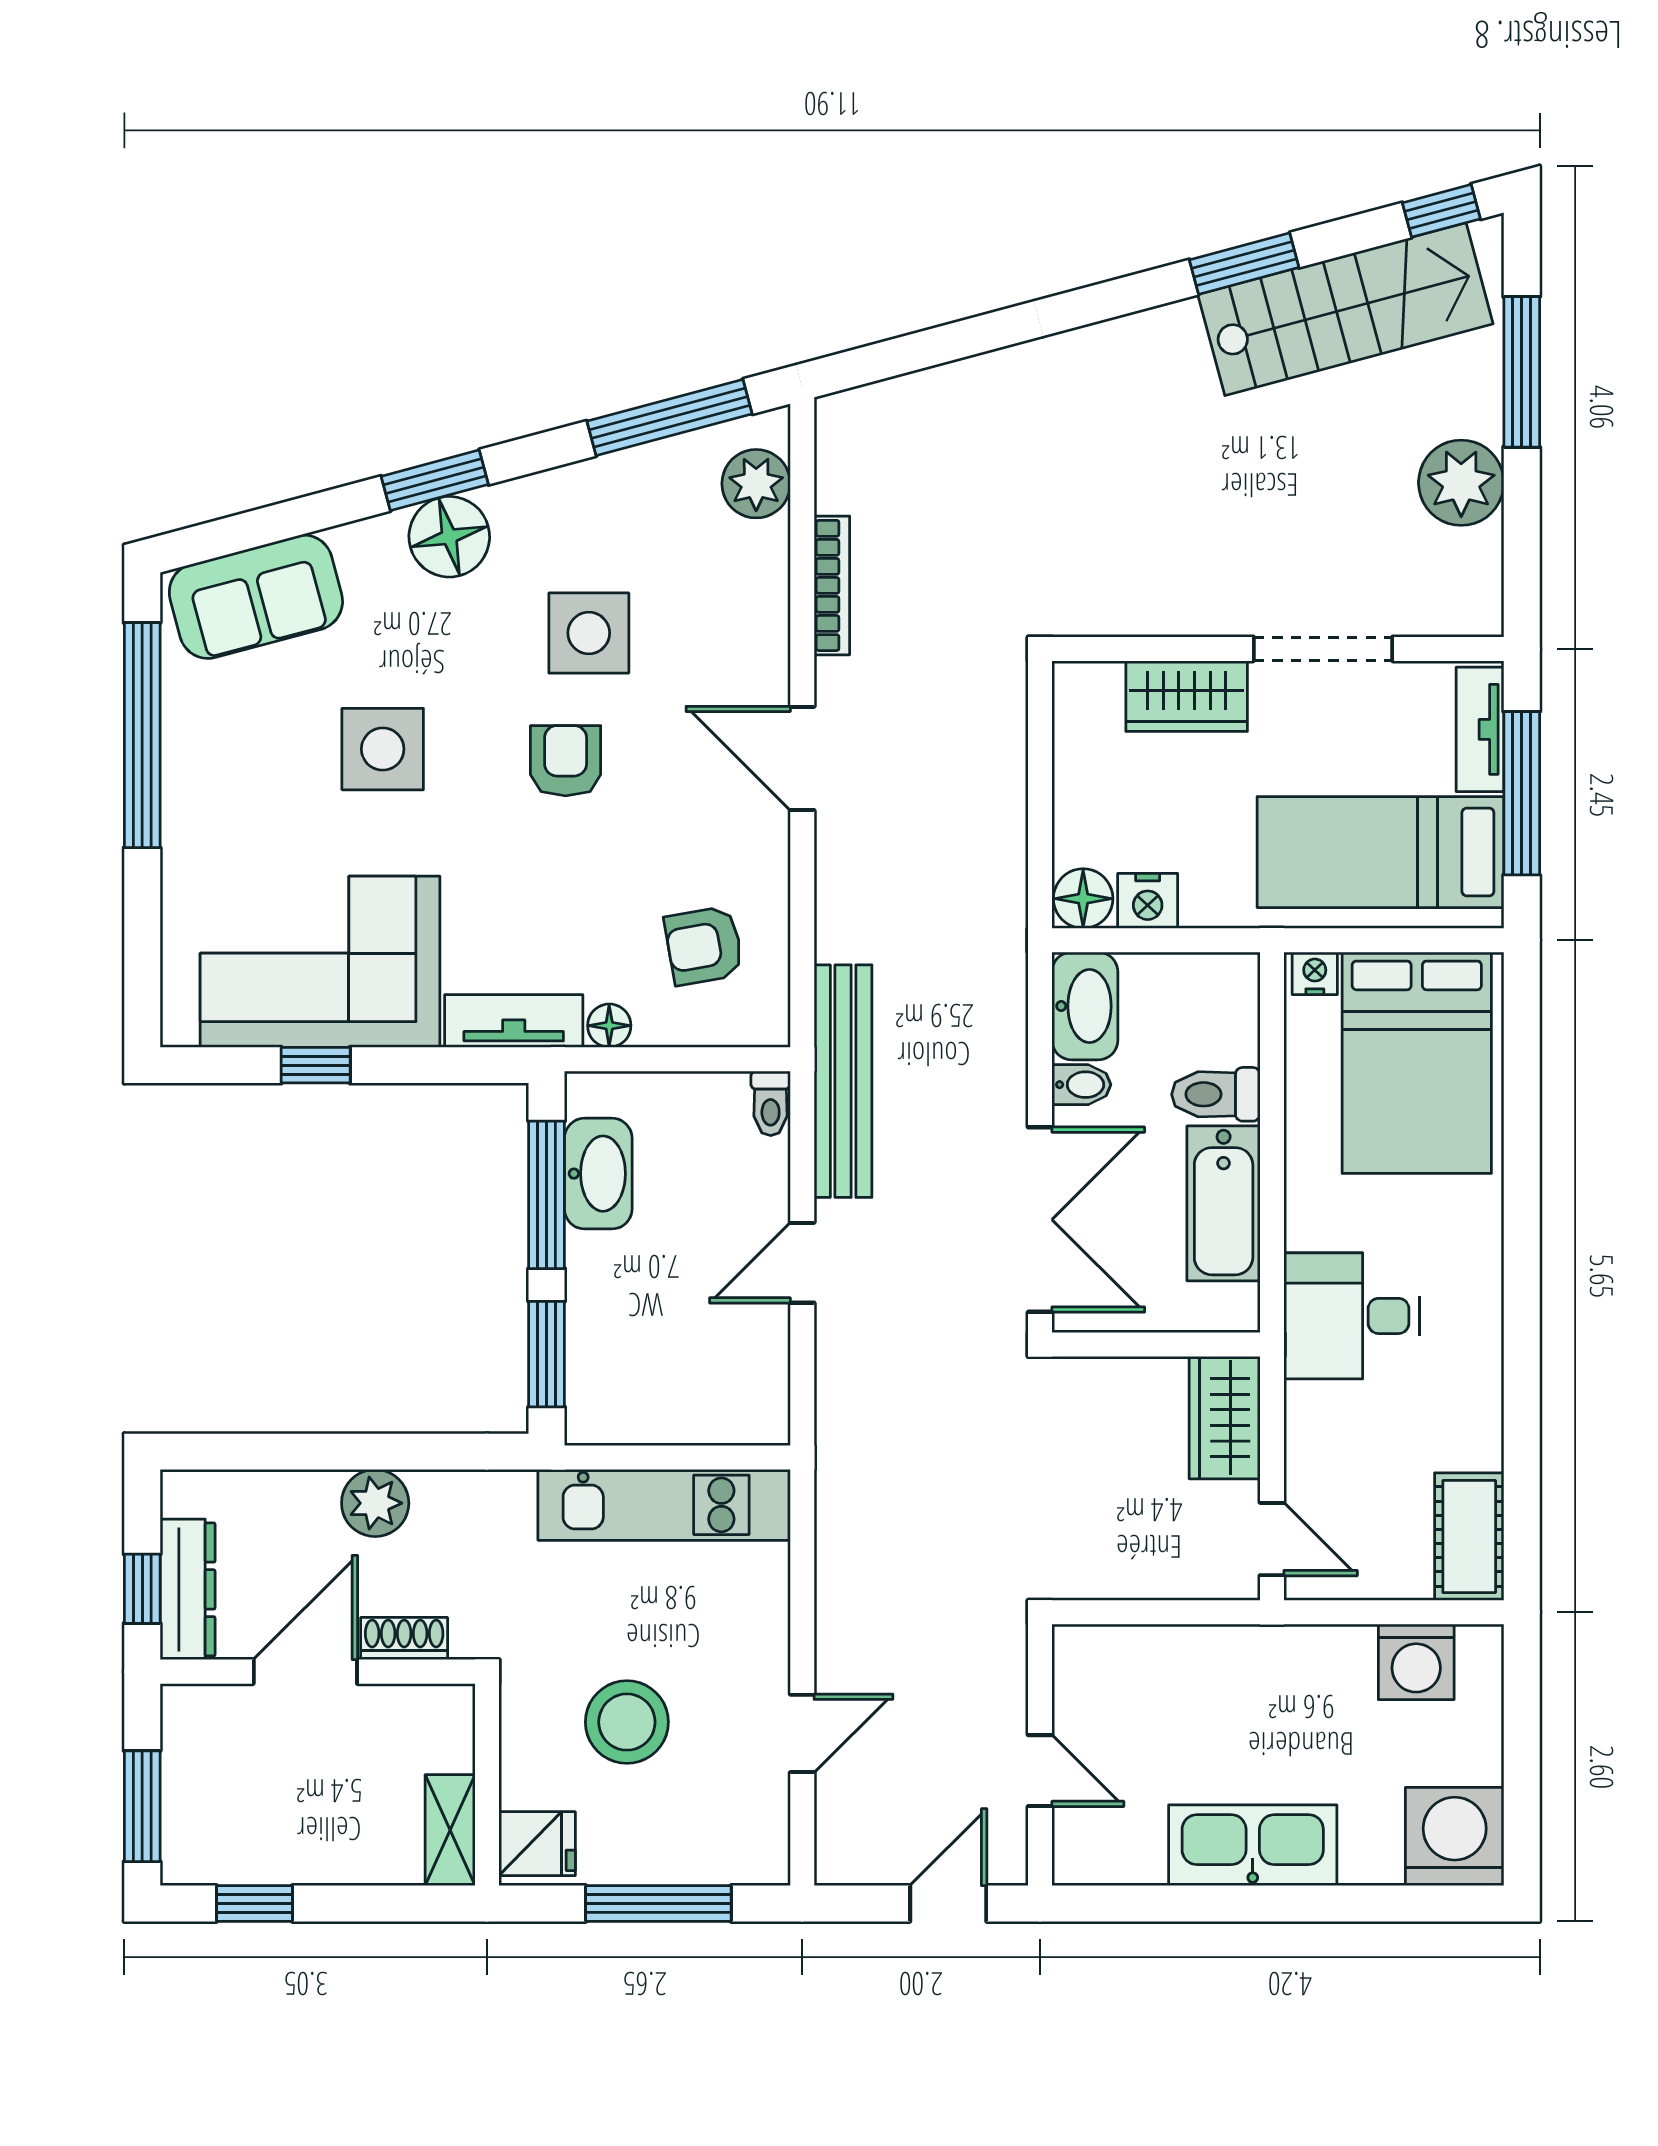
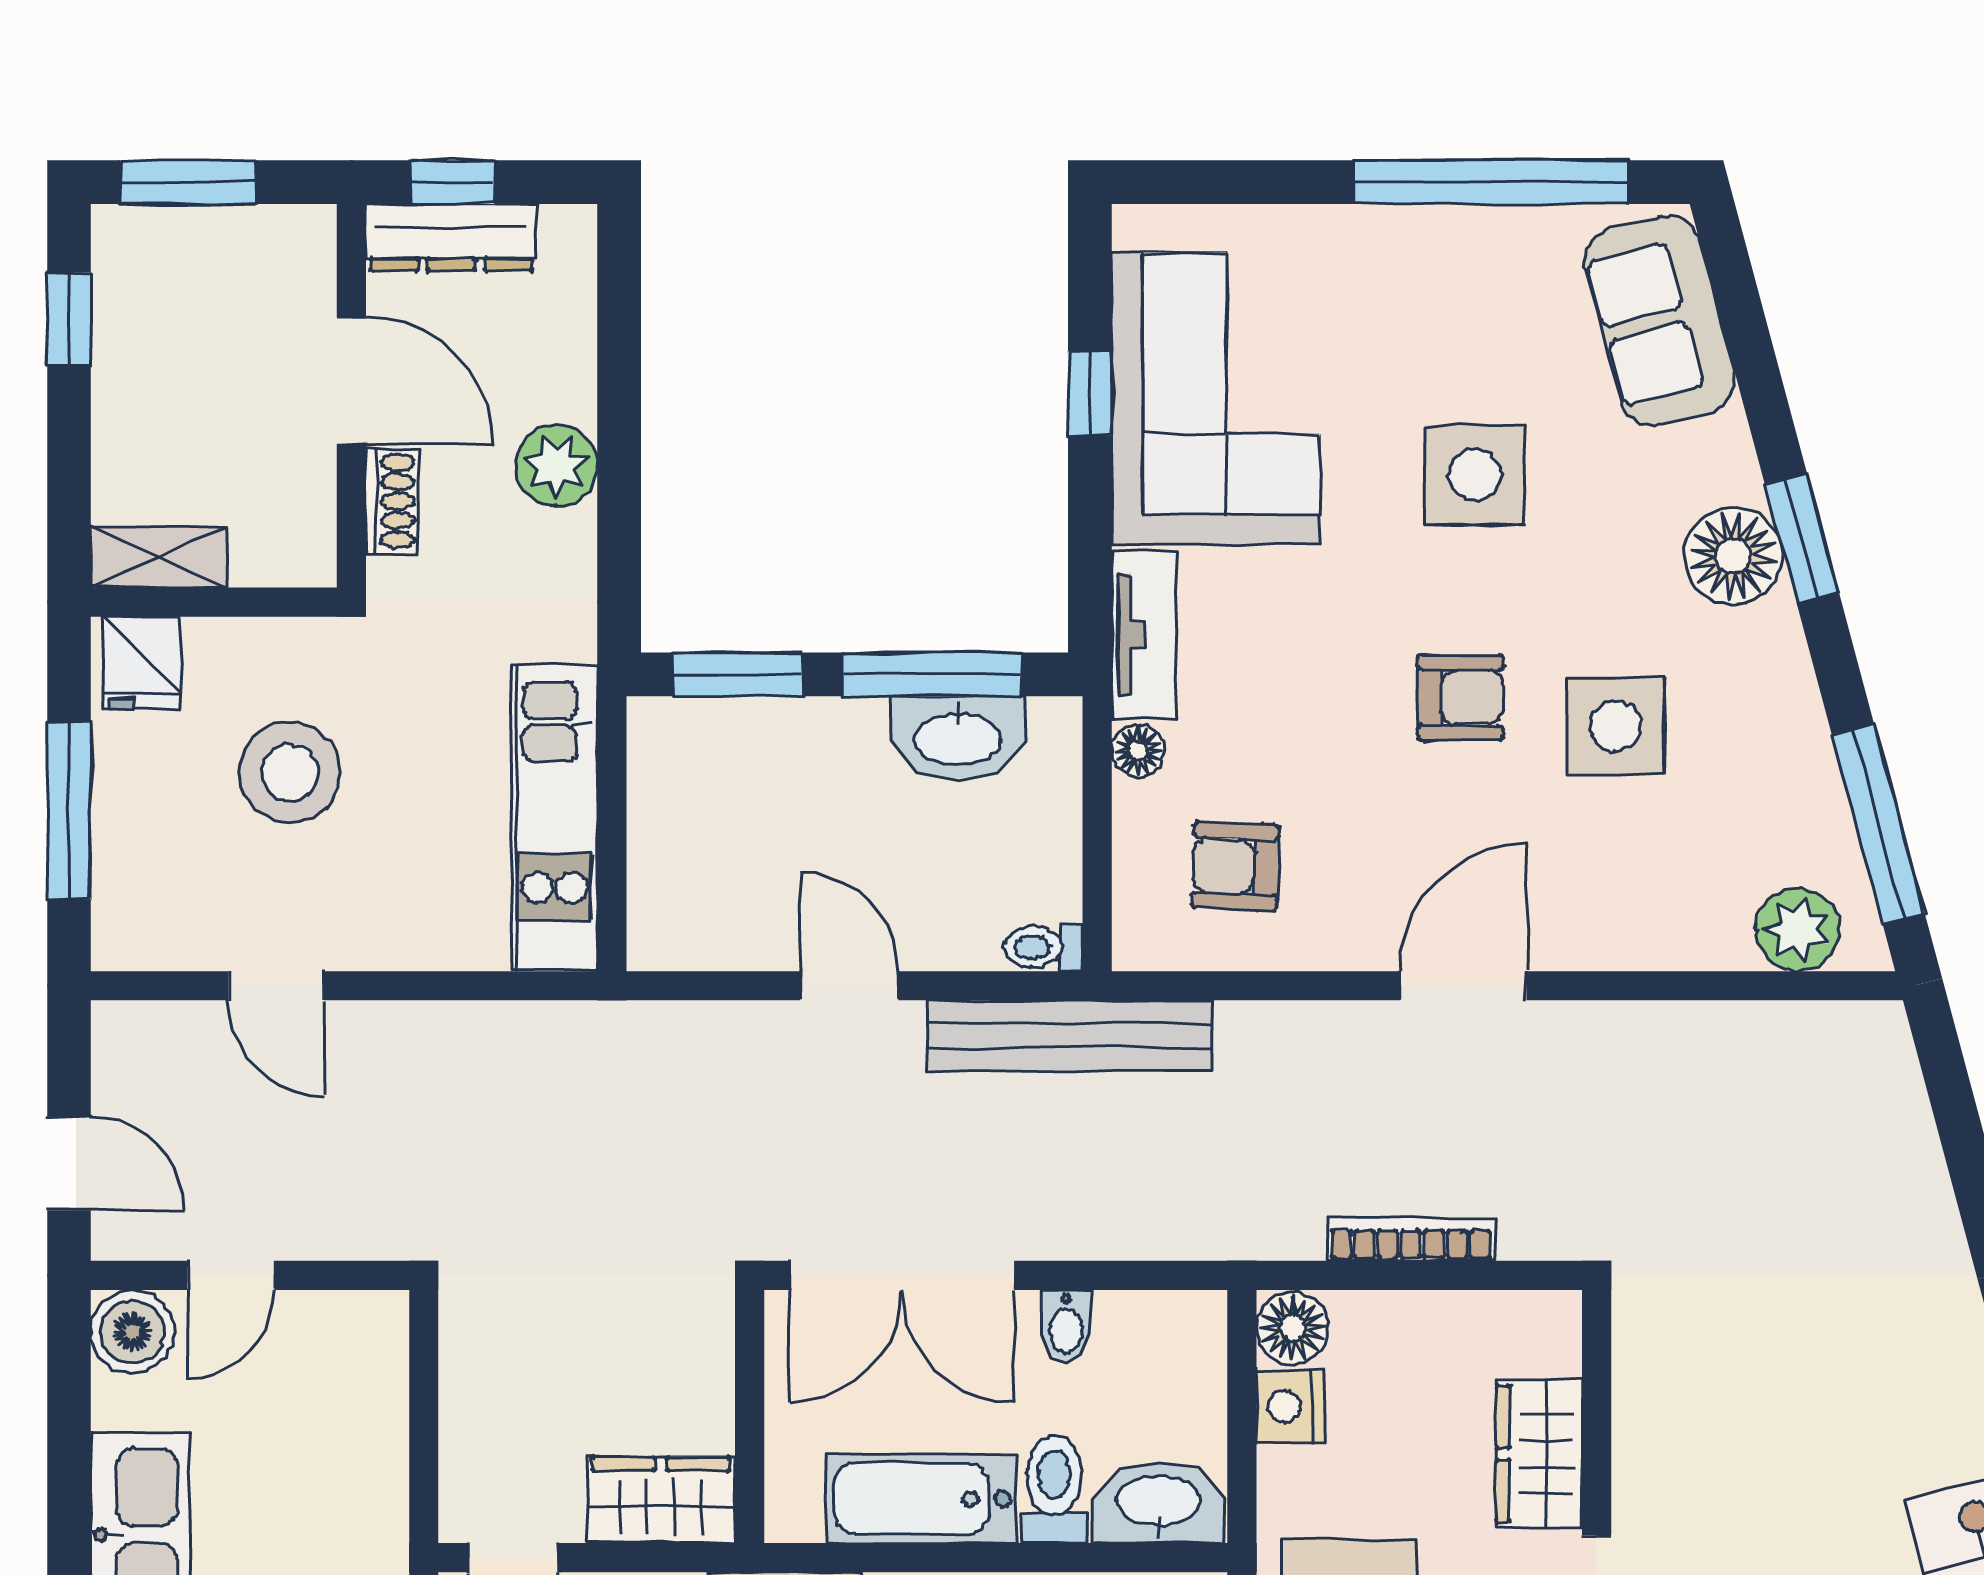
bookcase: (832, 585) -> (1411, 1239), moved, turned 180
armchair: (704, 946) -> (1235, 866), turned -78
washbasin: (1085, 1006) -> (1158, 1503), moved, turned 180
boiler: (1086, 1851) -> (132, 1332), added

